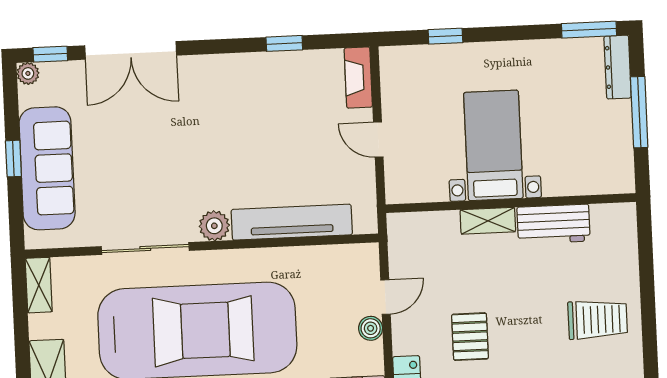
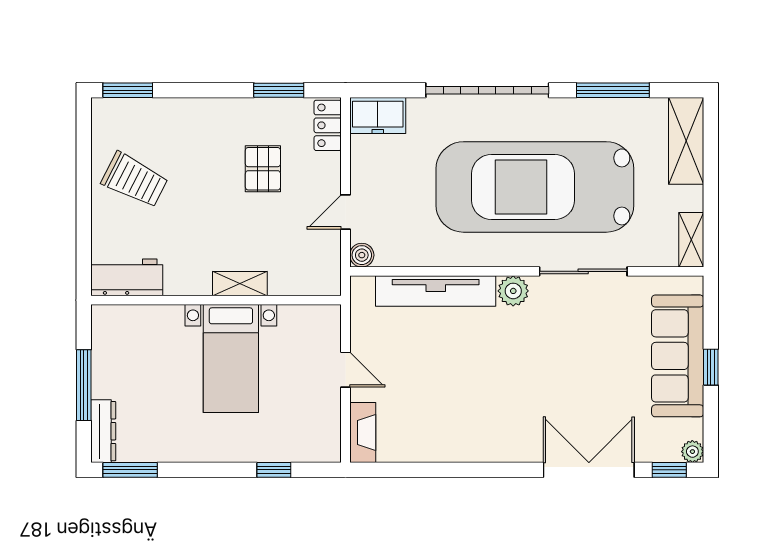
window: (284, 43) -> (435, 470), removed
workbench: (554, 224) -> (127, 277), moved
trolley: (598, 320) -> (135, 180), turned -153
boiler: (371, 328) -> (362, 255), moved

